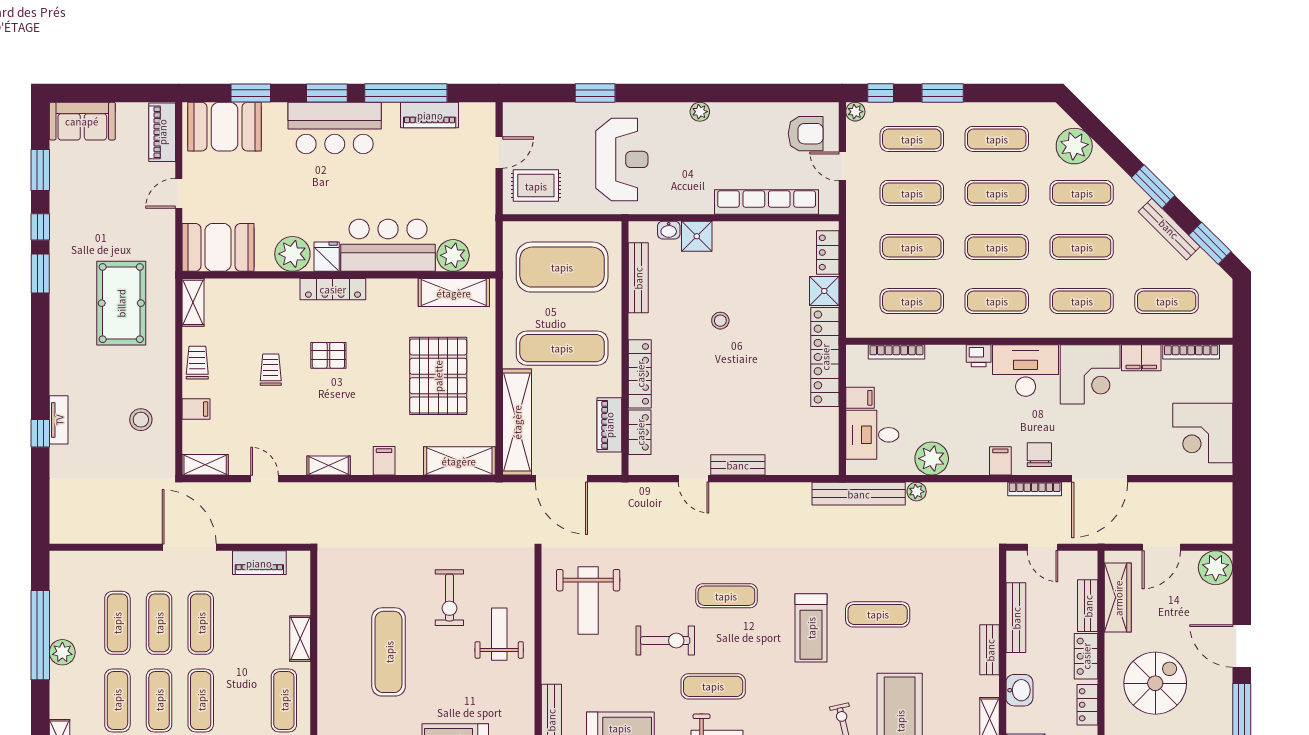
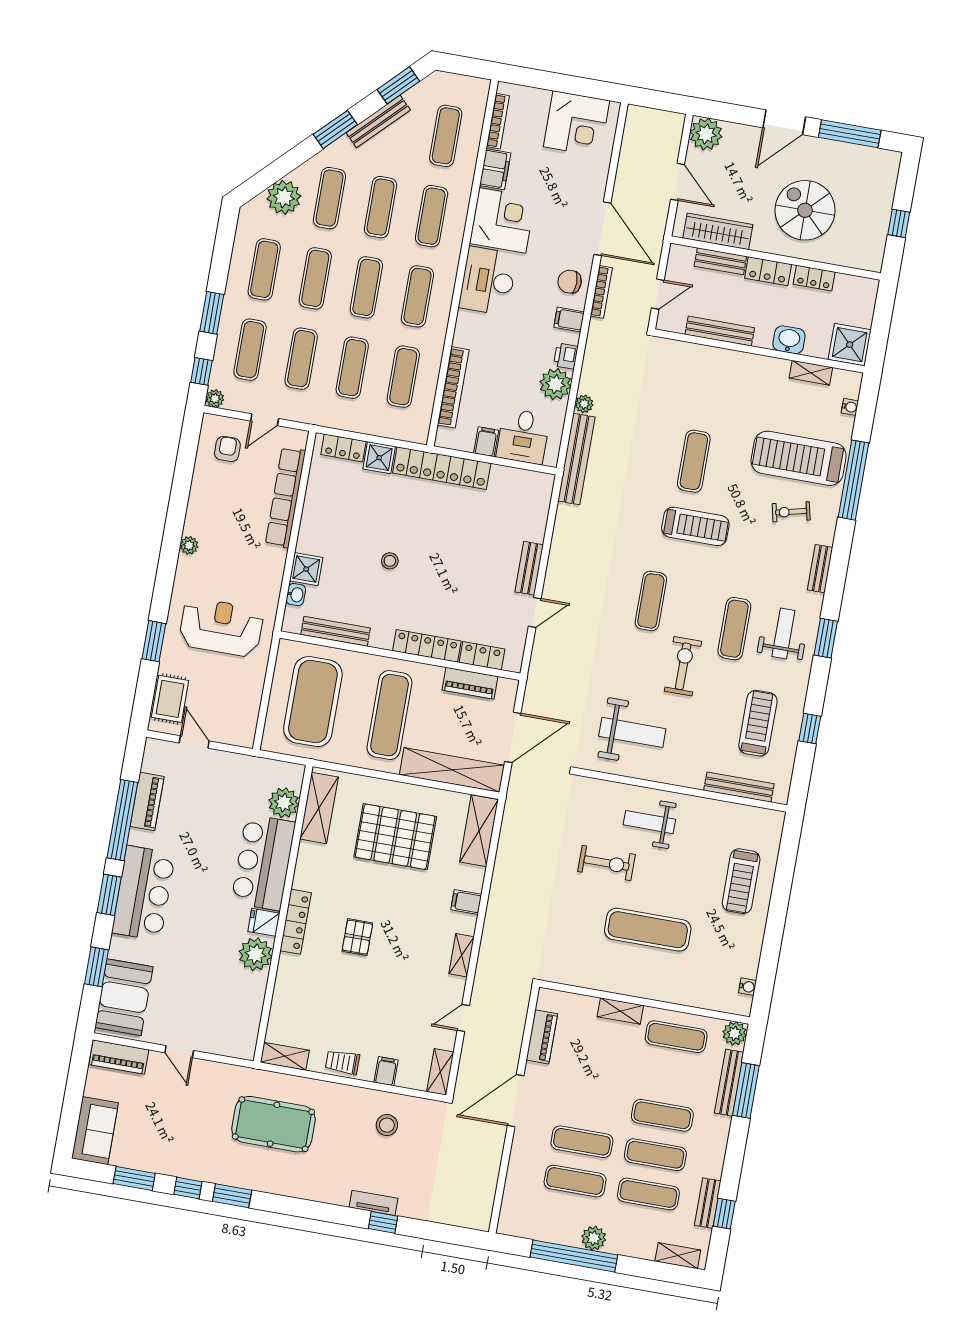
armchair: (806, 134) -> (227, 449), width x0.72, depth x0.72
rug: (536, 186) -> (170, 699), moved
booth: (218, 247) -> (237, 1023), removed
bookcase: (896, 352) -> (453, 387), width x1.48, depth x1.31
printer: (979, 356) -> (566, 356), moved, turned 180
trolley: (271, 370) -> (361, 994), removed
exercise mat: (201, 623) -> (589, 1102), removed
bench: (990, 650) -> (746, 361), removed

